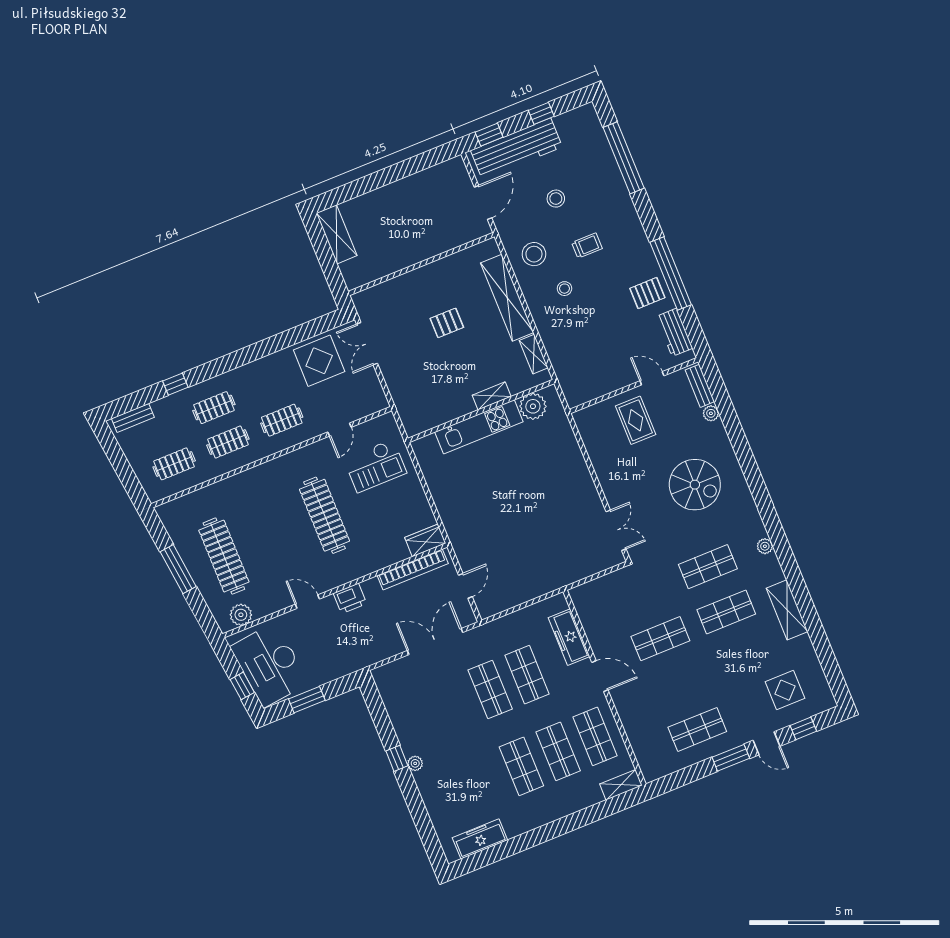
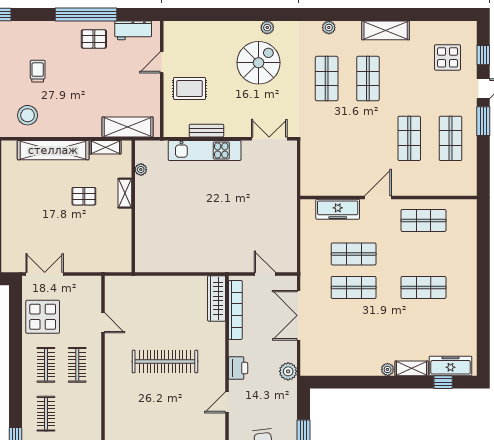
stool: (564, 289) -> (64, 102), removed
pallet: (647, 293) -> (94, 39), turned 90
pallet: (447, 323) -> (84, 196), moved, turned 90
double door: (367, 344) -> (45, 274), swing flipped
shelving: (566, 369) -> (128, 127), added
bench: (700, 386) -> (206, 131), moved
plant: (533, 406) -> (141, 170), width x0.53, depth x0.53
plant: (711, 413) -> (267, 28), moved
kitchen unit: (479, 427) -> (205, 150), moved, turned 90
clothes rail: (228, 442) -> (46, 365), moved
checkout: (375, 466) -> (143, 306), removed
wardrobe: (425, 540) -> (217, 298), width x1.50
shop shelf: (660, 639) -> (409, 138), moved
plant: (369, 655) -> (288, 371), added
shop shelf: (558, 751) -> (423, 254), removed
window: (397, 758) -> (443, 382), moved
shelving: (621, 785) -> (412, 368), moved, turned 90
freezer: (480, 839) -> (451, 366), moved, turned 90

